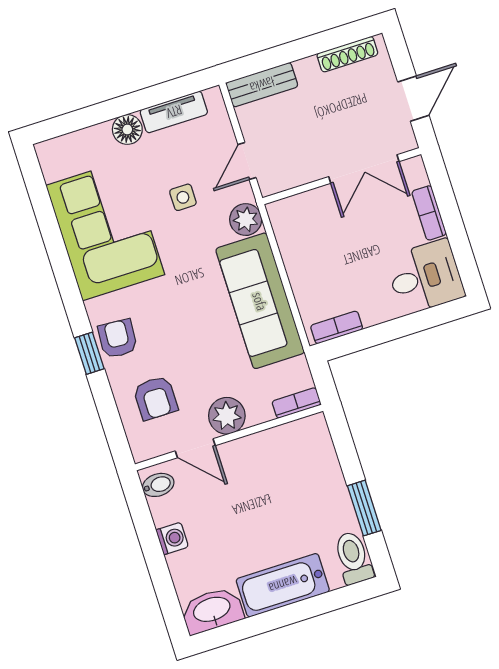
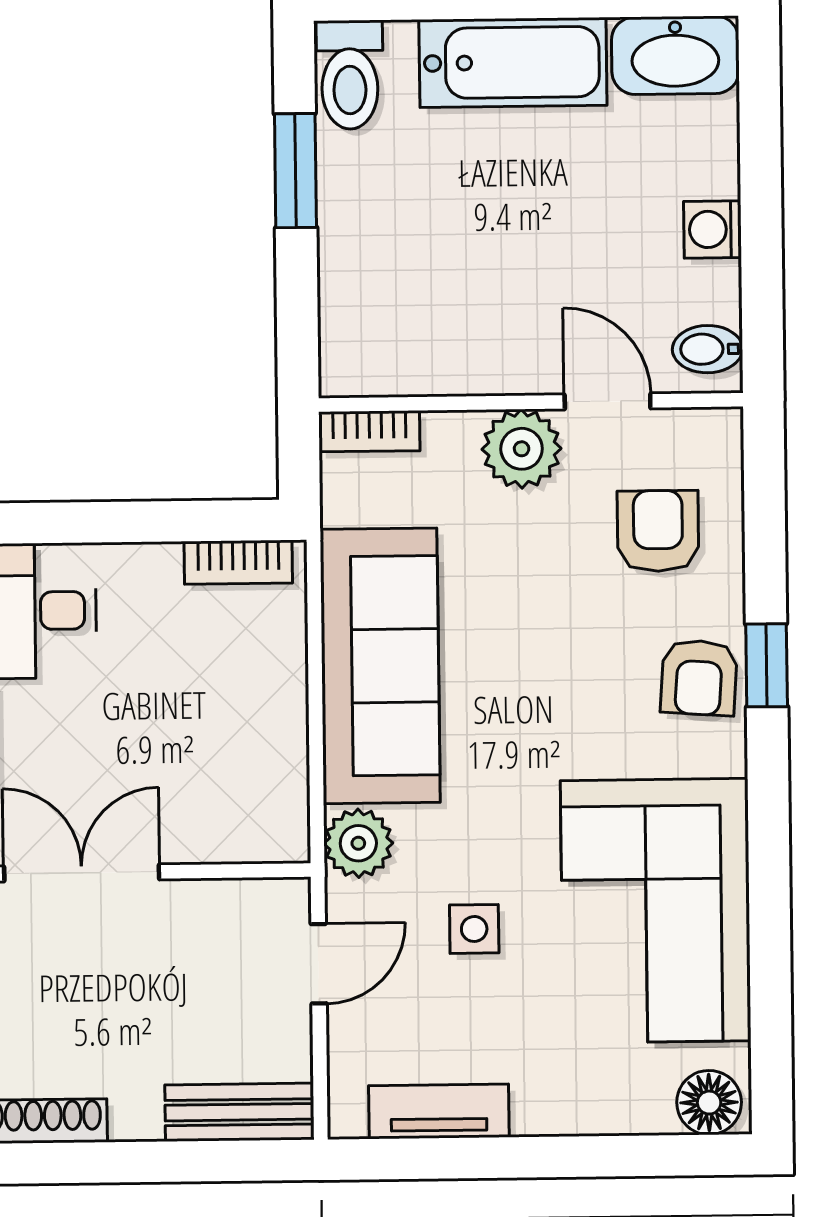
floor lamp: (127, 130) -> (709, 1103), moved

